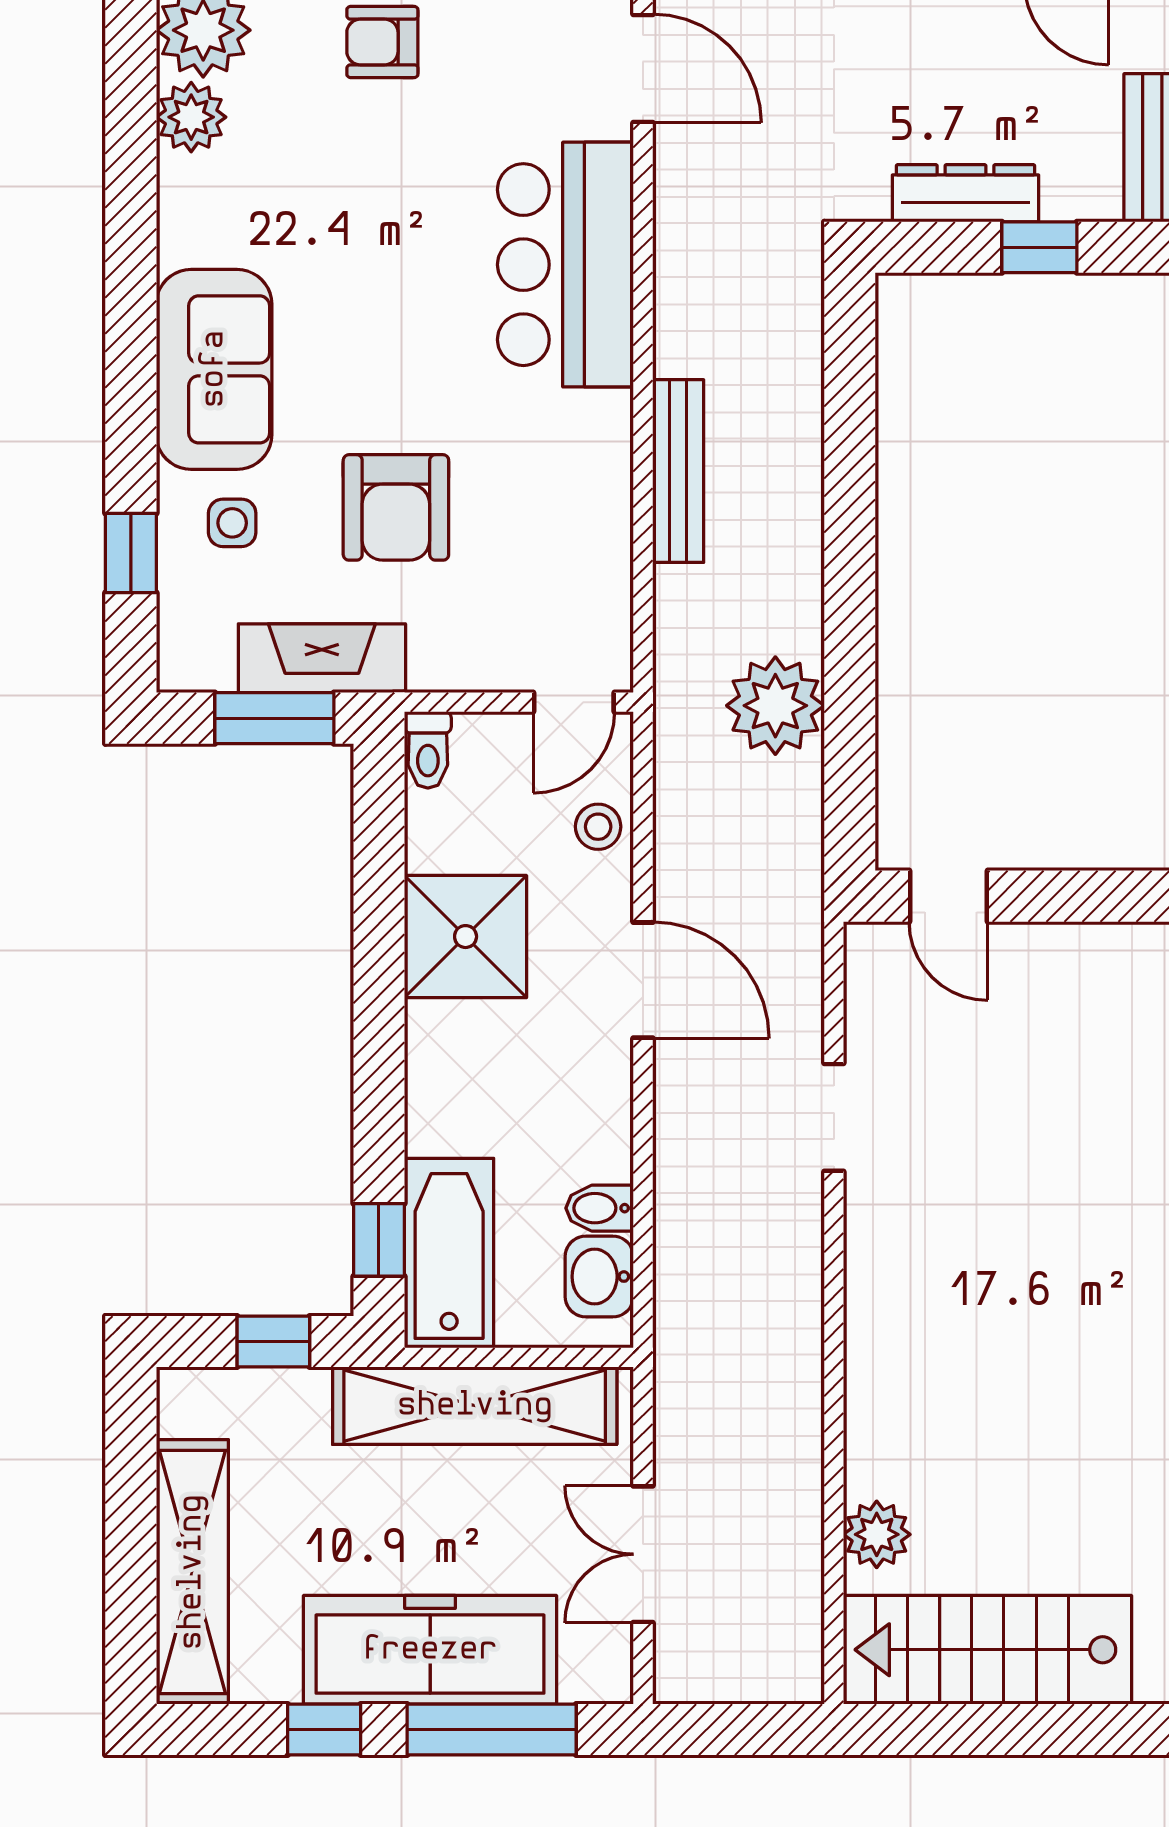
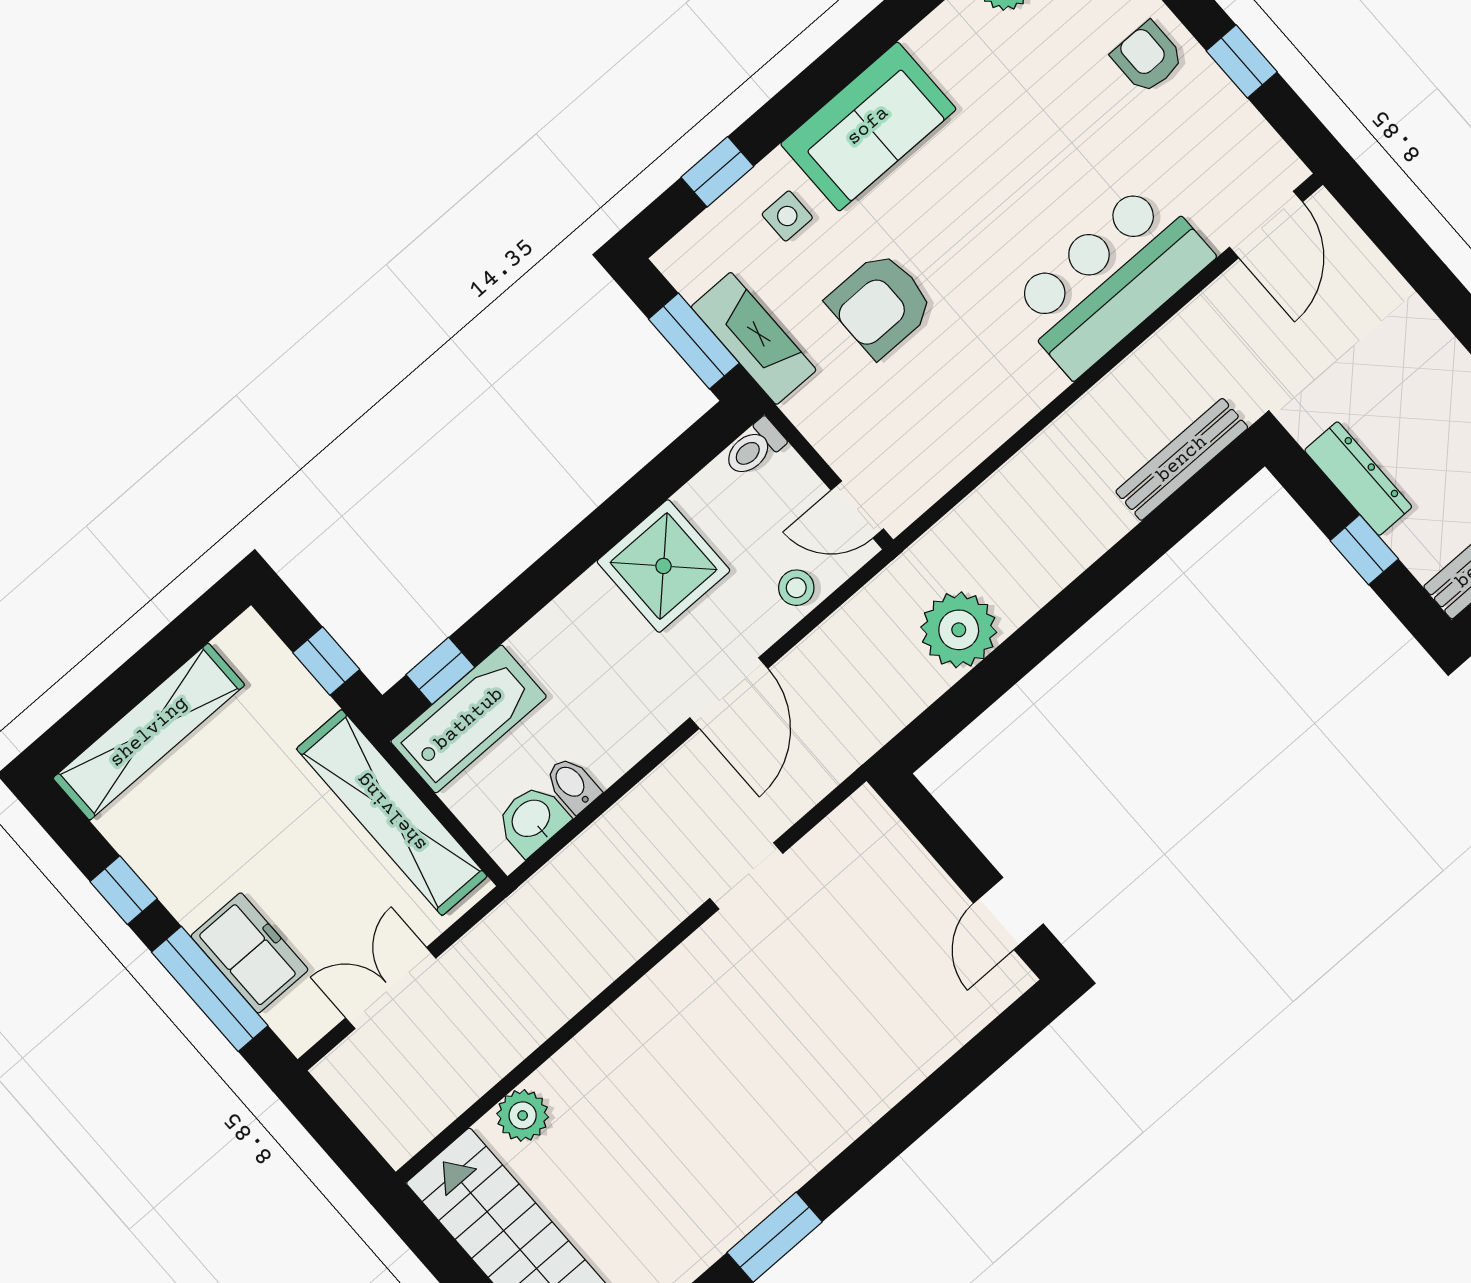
bench: (678, 471) -> (1182, 459), moved
door: (948, 896) -> (1008, 913), moved
freezer: (430, 1650) -> (249, 953), width x0.52, depth x0.79

